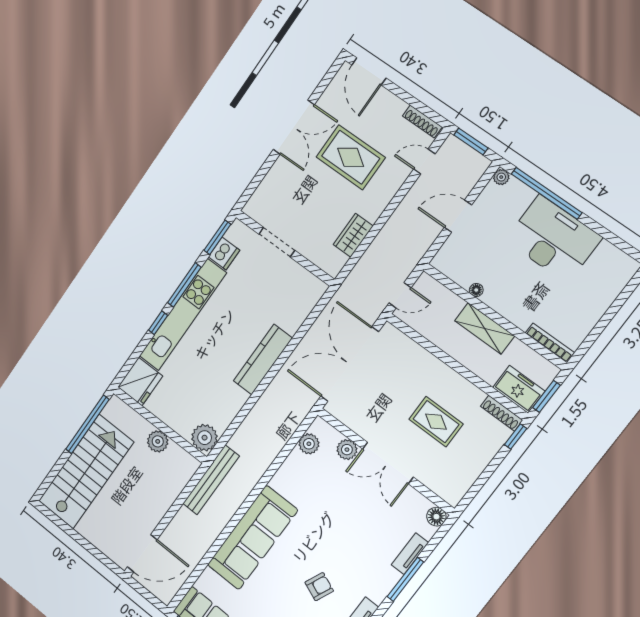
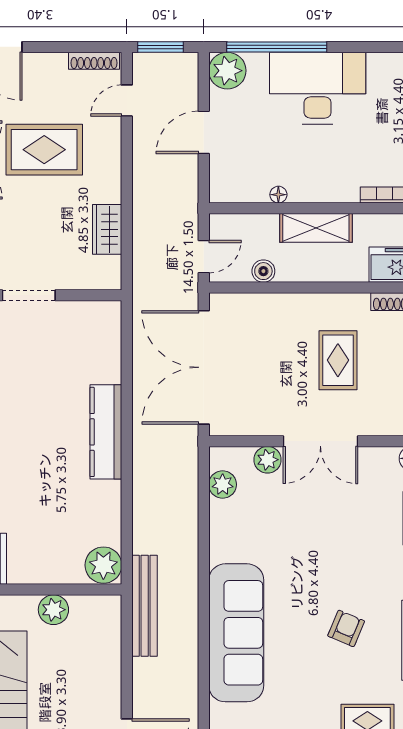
plant: (501, 177) -> (227, 71), width x1.88, depth x1.88
boiler: (431, 332) -> (263, 271), added
rug: (436, 422) -> (338, 360), turned 90

